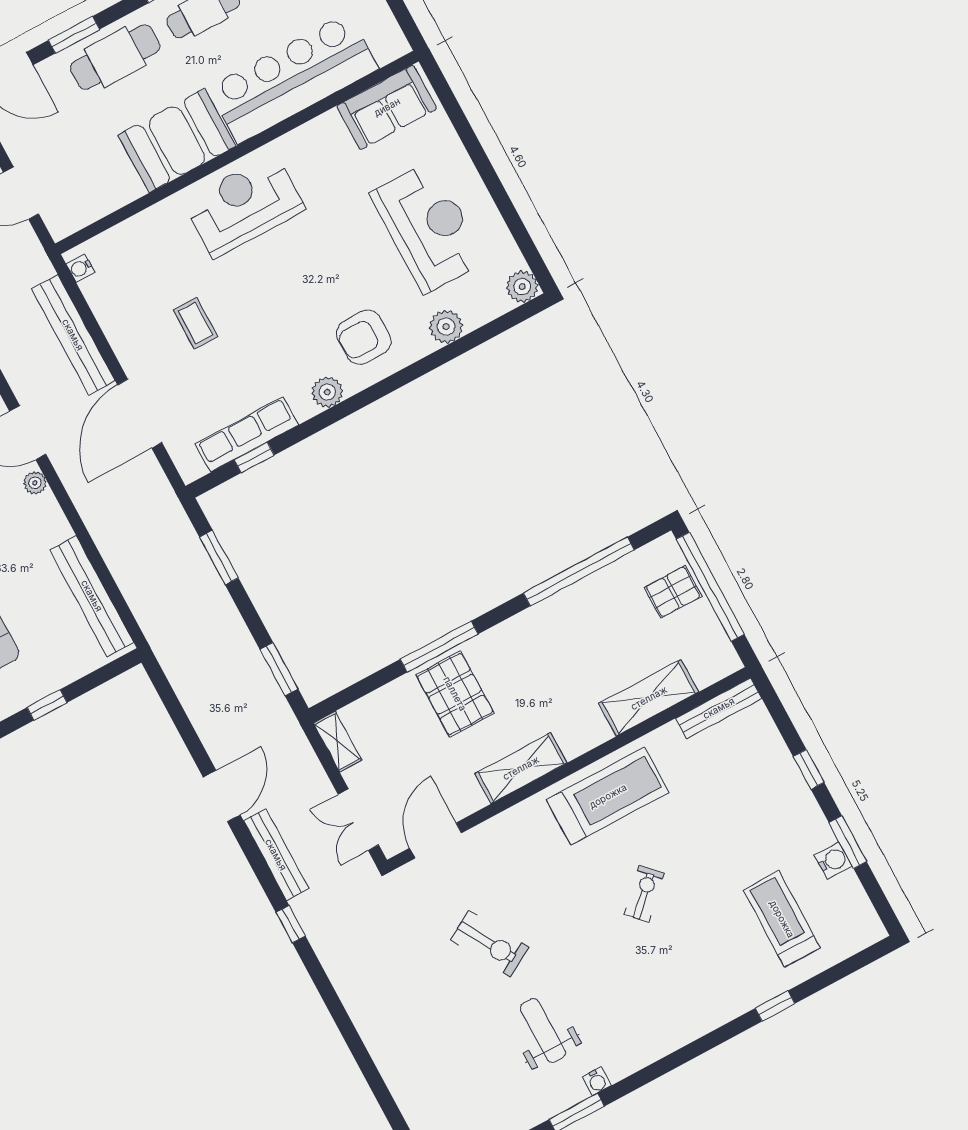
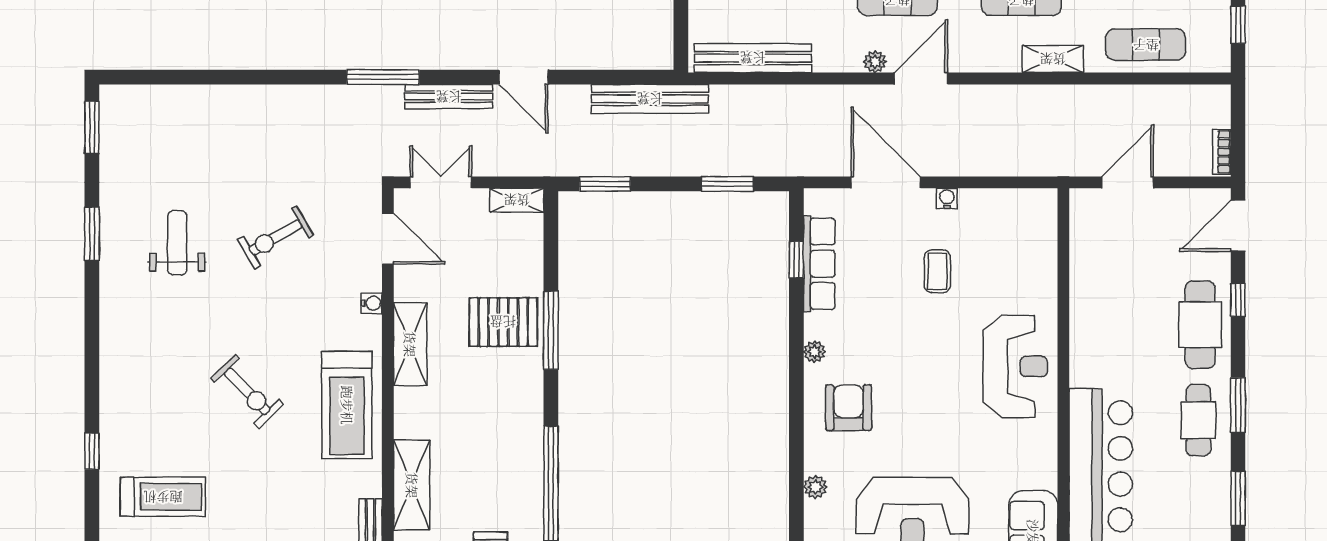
window: (74, 35) -> (1238, 300), width x0.67
booth: (177, 141) -> (1101, 339), removed
water cooler: (80, 268) -> (947, 199), moved
coffee table: (196, 323) -> (937, 271), turned 90
plant: (446, 327) -> (815, 487), width x0.73, depth x0.73
bench: (73, 335) -> (650, 99), moved
plant: (327, 392) -> (814, 352), width x0.73, depth x0.73
exercise bike: (644, 894) -> (247, 391), width x1.38, depth x1.39
window: (291, 924) -> (383, 77), width x2.17
weight bench: (543, 1031) -> (177, 243), turned -90
water cooler: (597, 1081) -> (372, 303), moved, turned 180

